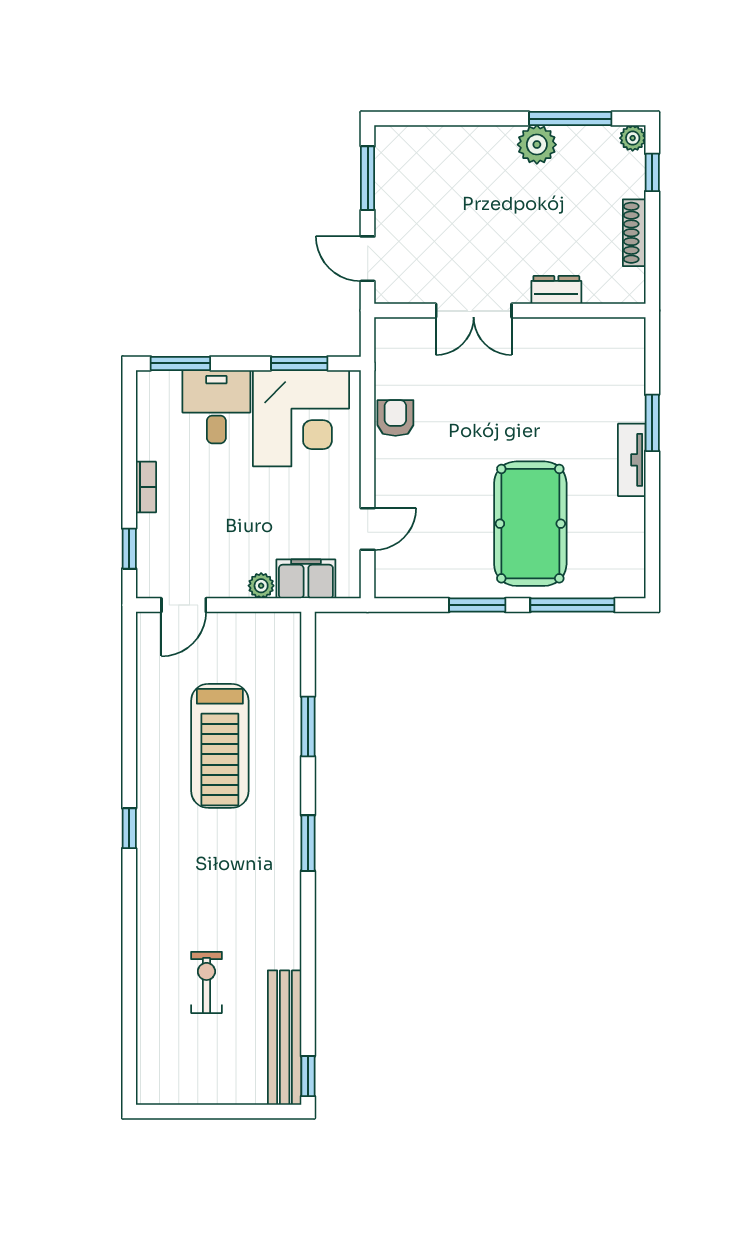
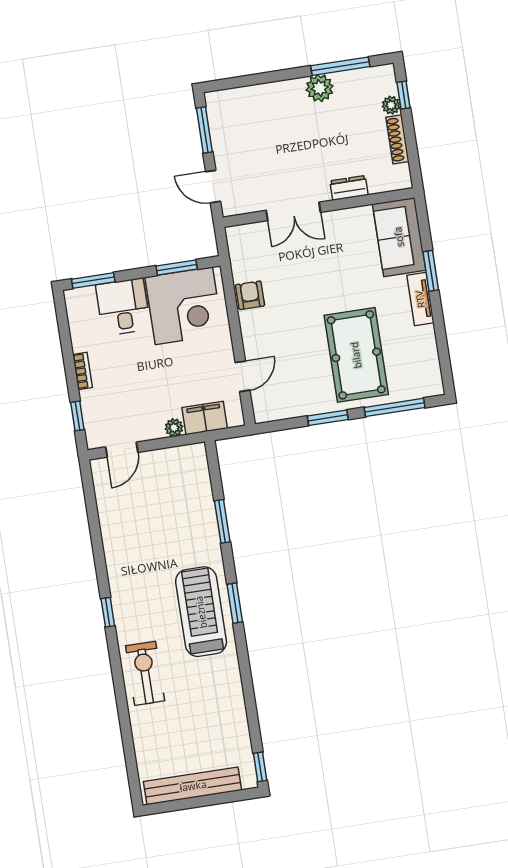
plant: (633, 138) -> (391, 105), moved
sofa: (615, 369) -> (399, 237), added
treadmill: (220, 746) -> (201, 612), moved, turned 180
exercise bike: (206, 982) -> (145, 673), moved, width x1.38, depth x1.39
bench: (285, 1038) -> (193, 786), moved, turned 90

